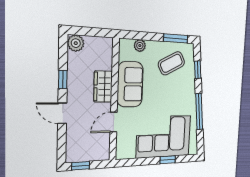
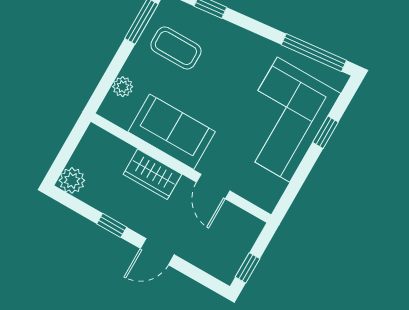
coffee table: (171, 63) -> (176, 48), turned -62
window: (199, 112) -> (314, 53), moved

